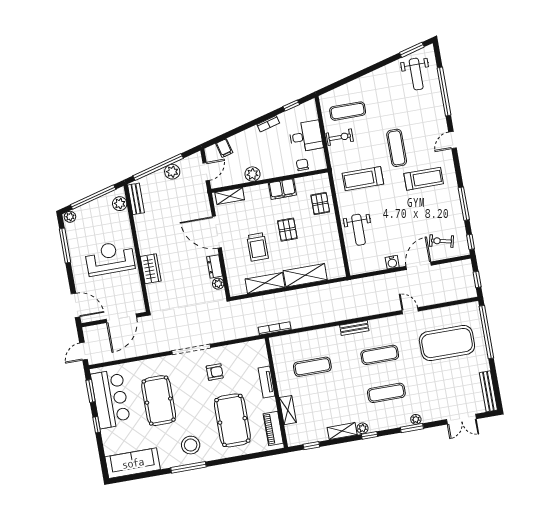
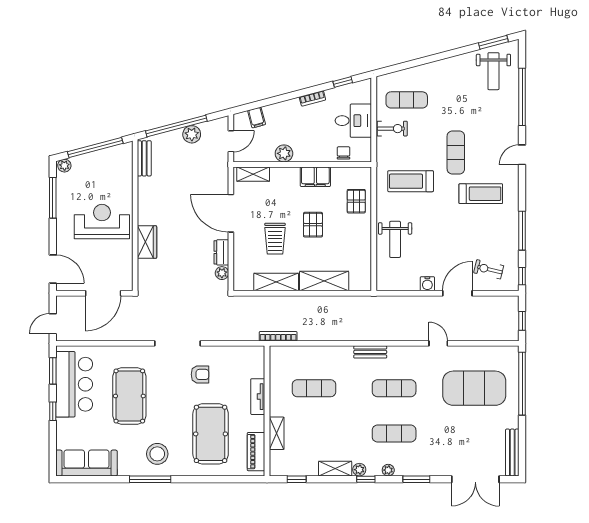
plant: (120, 204) -> (124, 161), removed
plant: (416, 419) -> (388, 470), moved
double door: (461, 419) -> (475, 479), width x1.37

